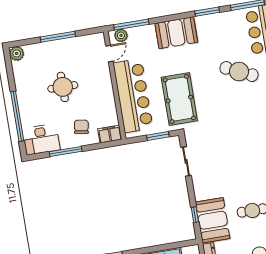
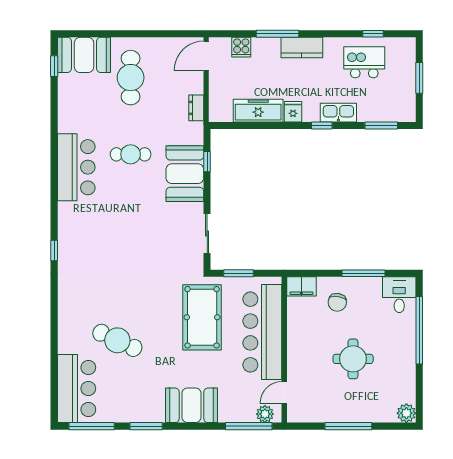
desk: (41, 139) -> (399, 295), width x0.73
booth: (213, 220) -> (185, 174), moved

